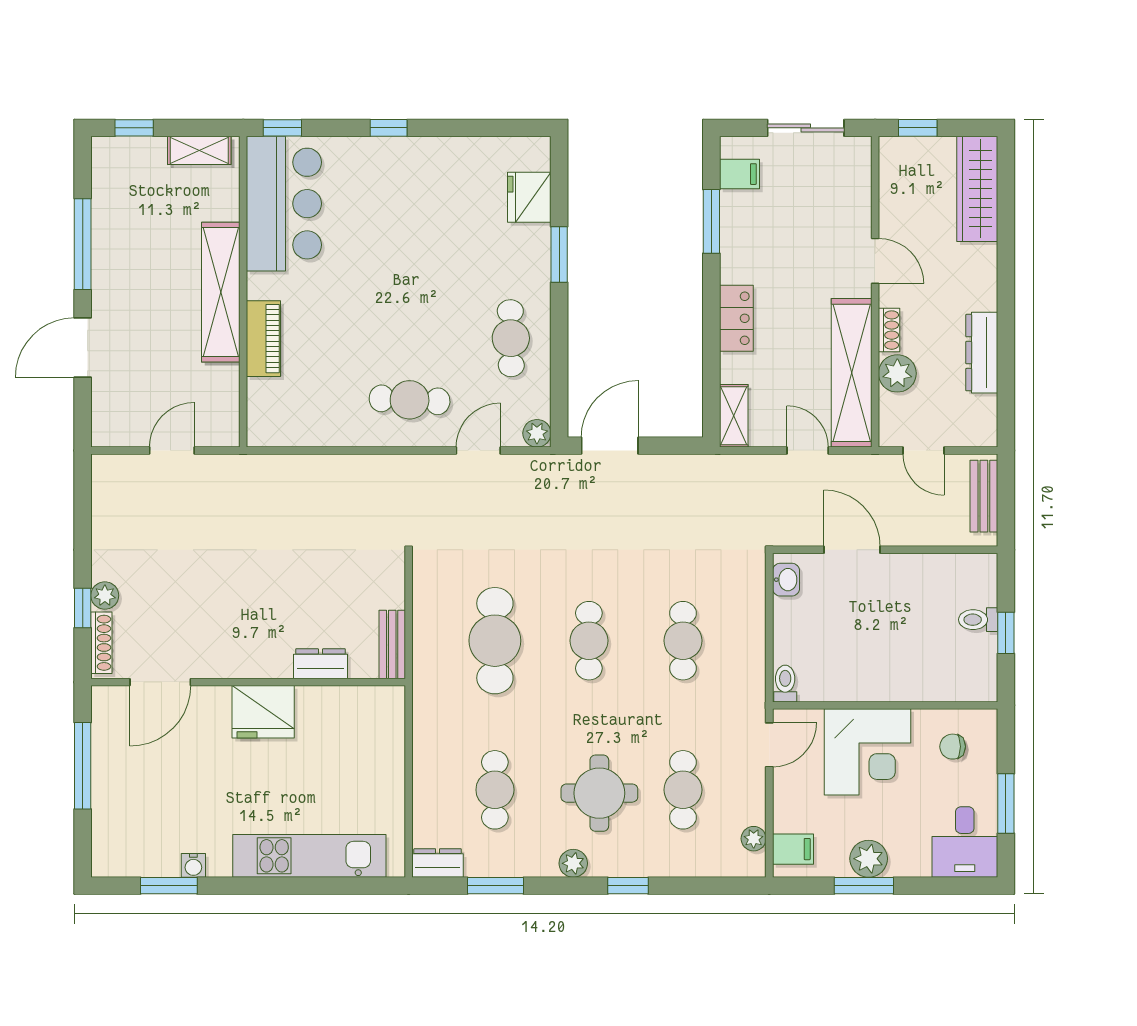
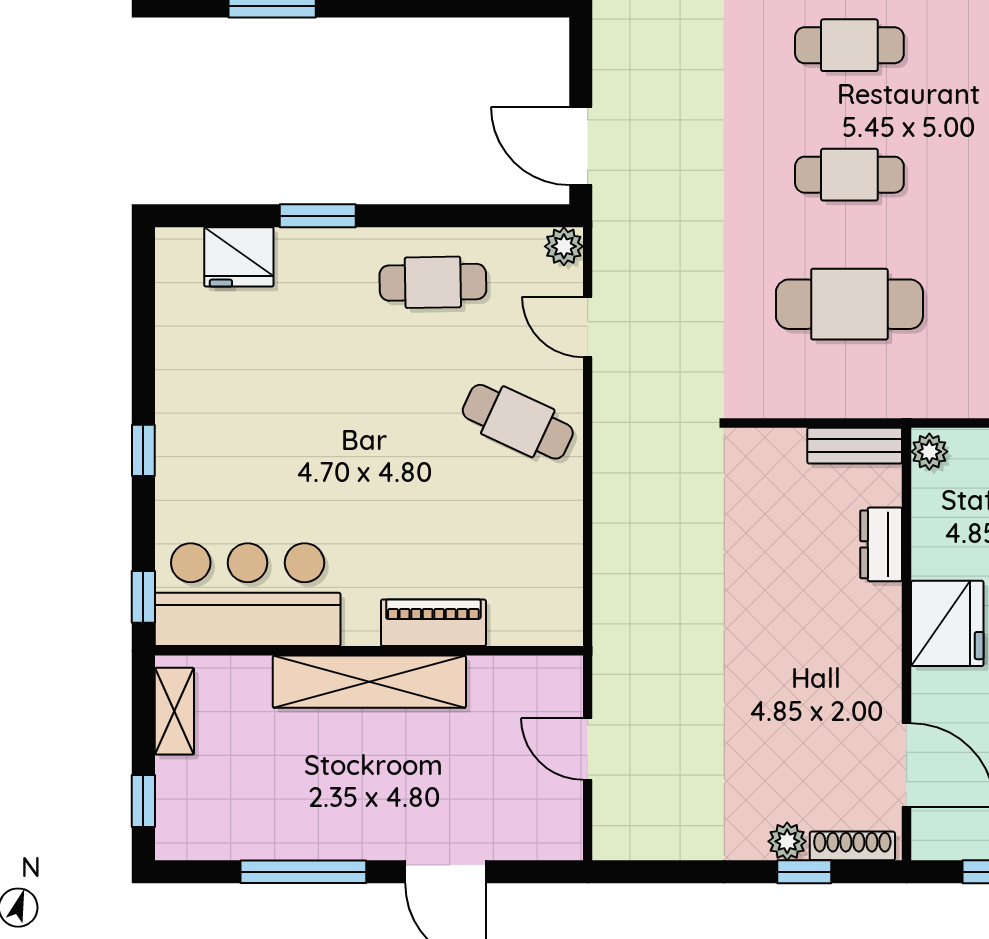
cafe table: (410, 400) -> (518, 422), turned -68
plant: (388, 699) -> (929, 452), added

